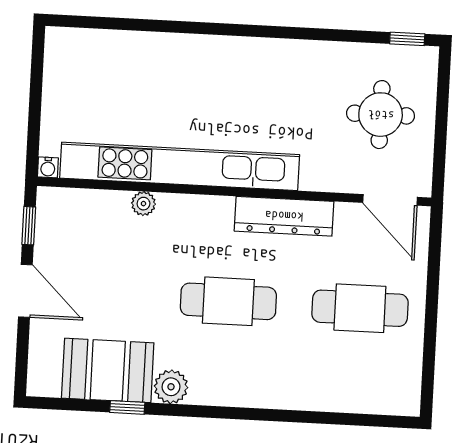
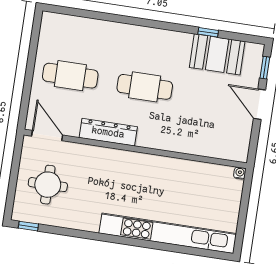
kitchen unit: (180, 166) -> (168, 233), moved, turned 180
plant: (143, 204) -> (187, 147), removed
window: (29, 226) -> (265, 68), moved
plant: (171, 387) -> (182, 42), removed

